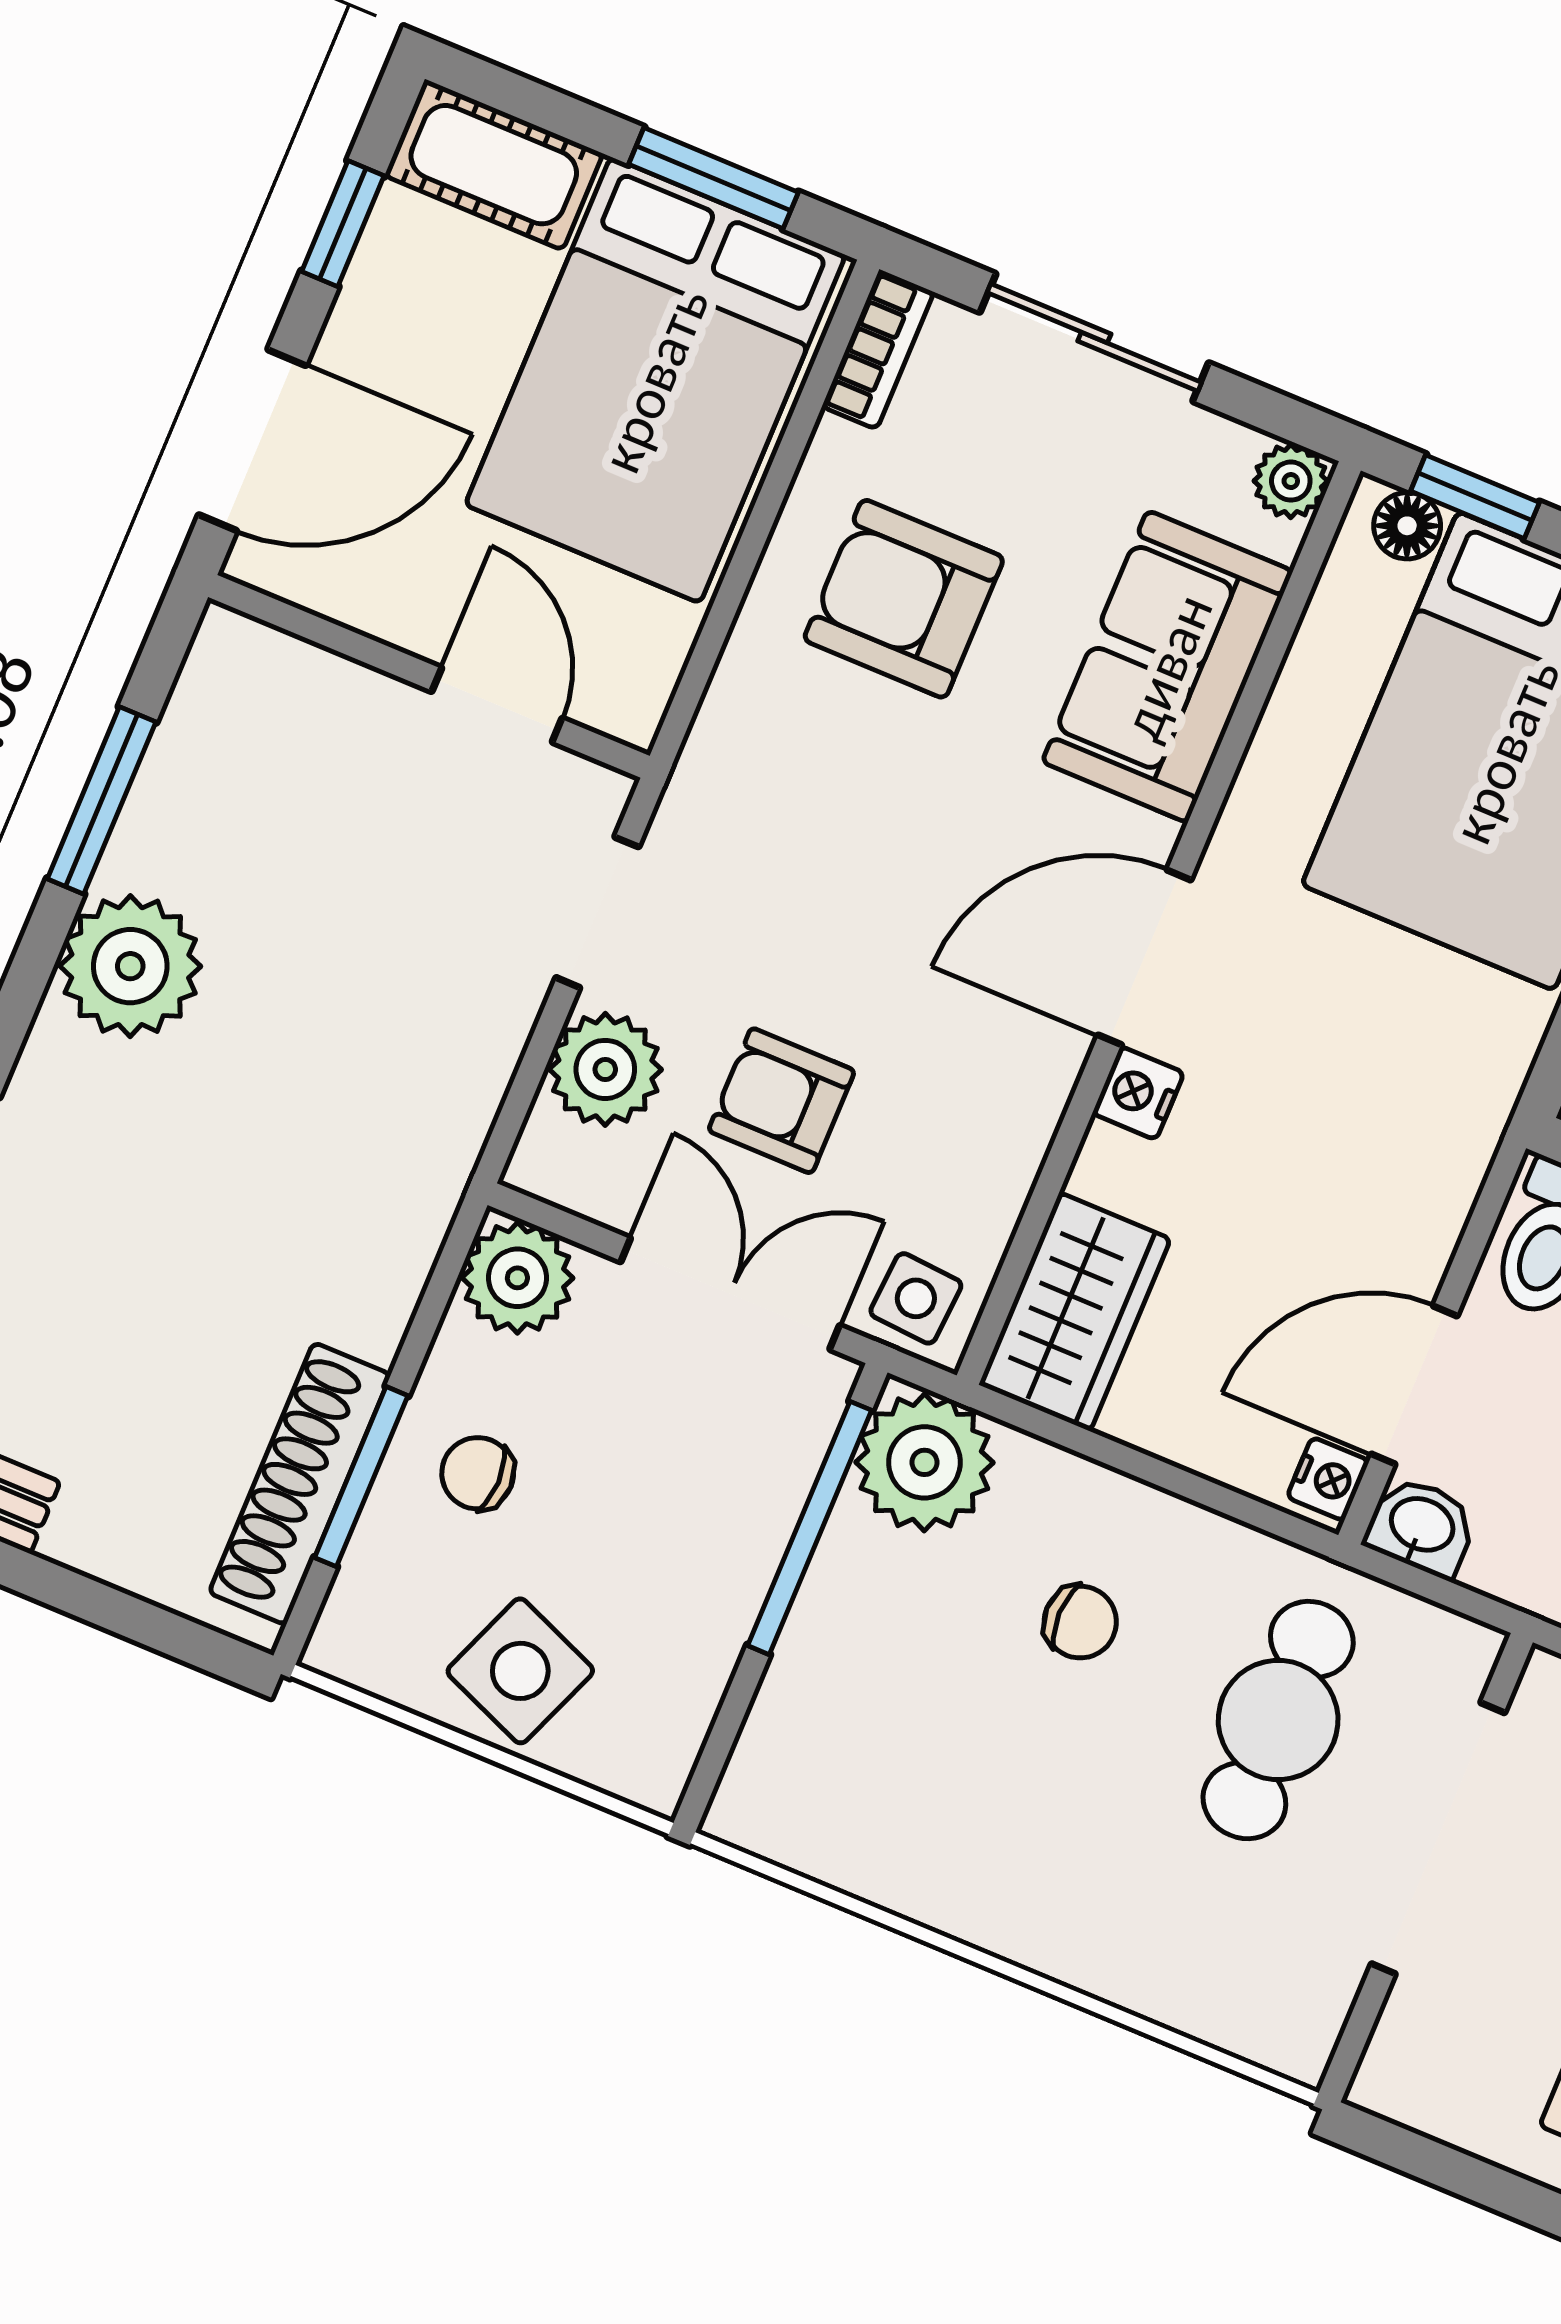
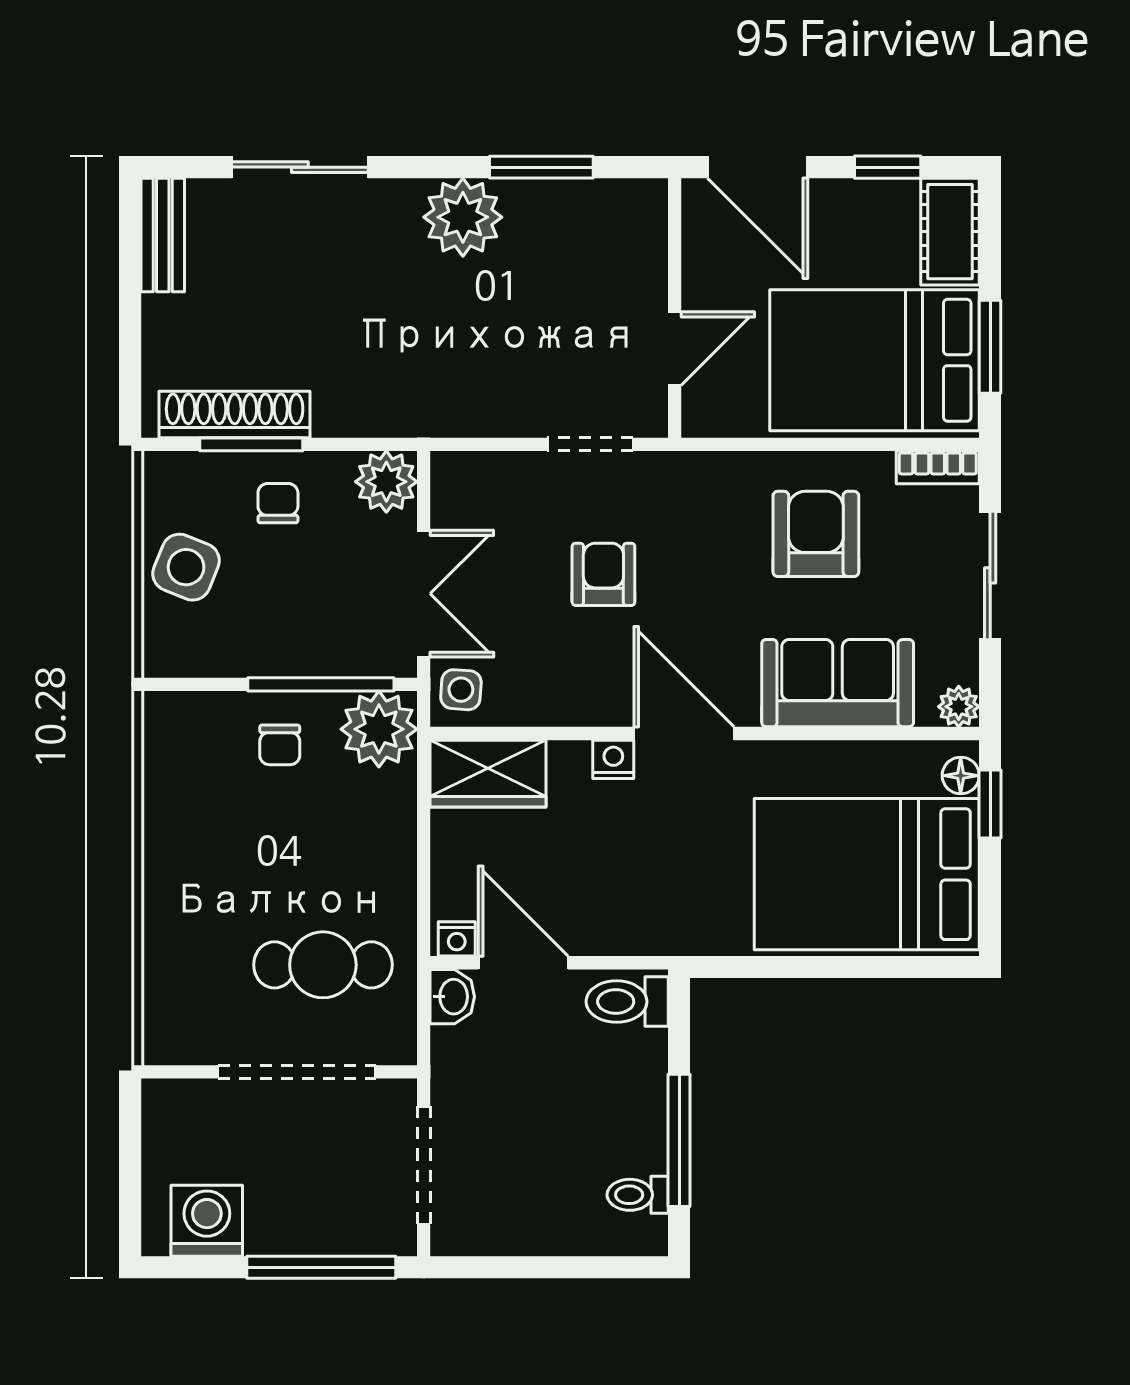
plant: (605, 1069) -> (512, 482), removed
armchair: (782, 1101) -> (603, 574), moved
chair: (1080, 1622) -> (280, 745), moved

